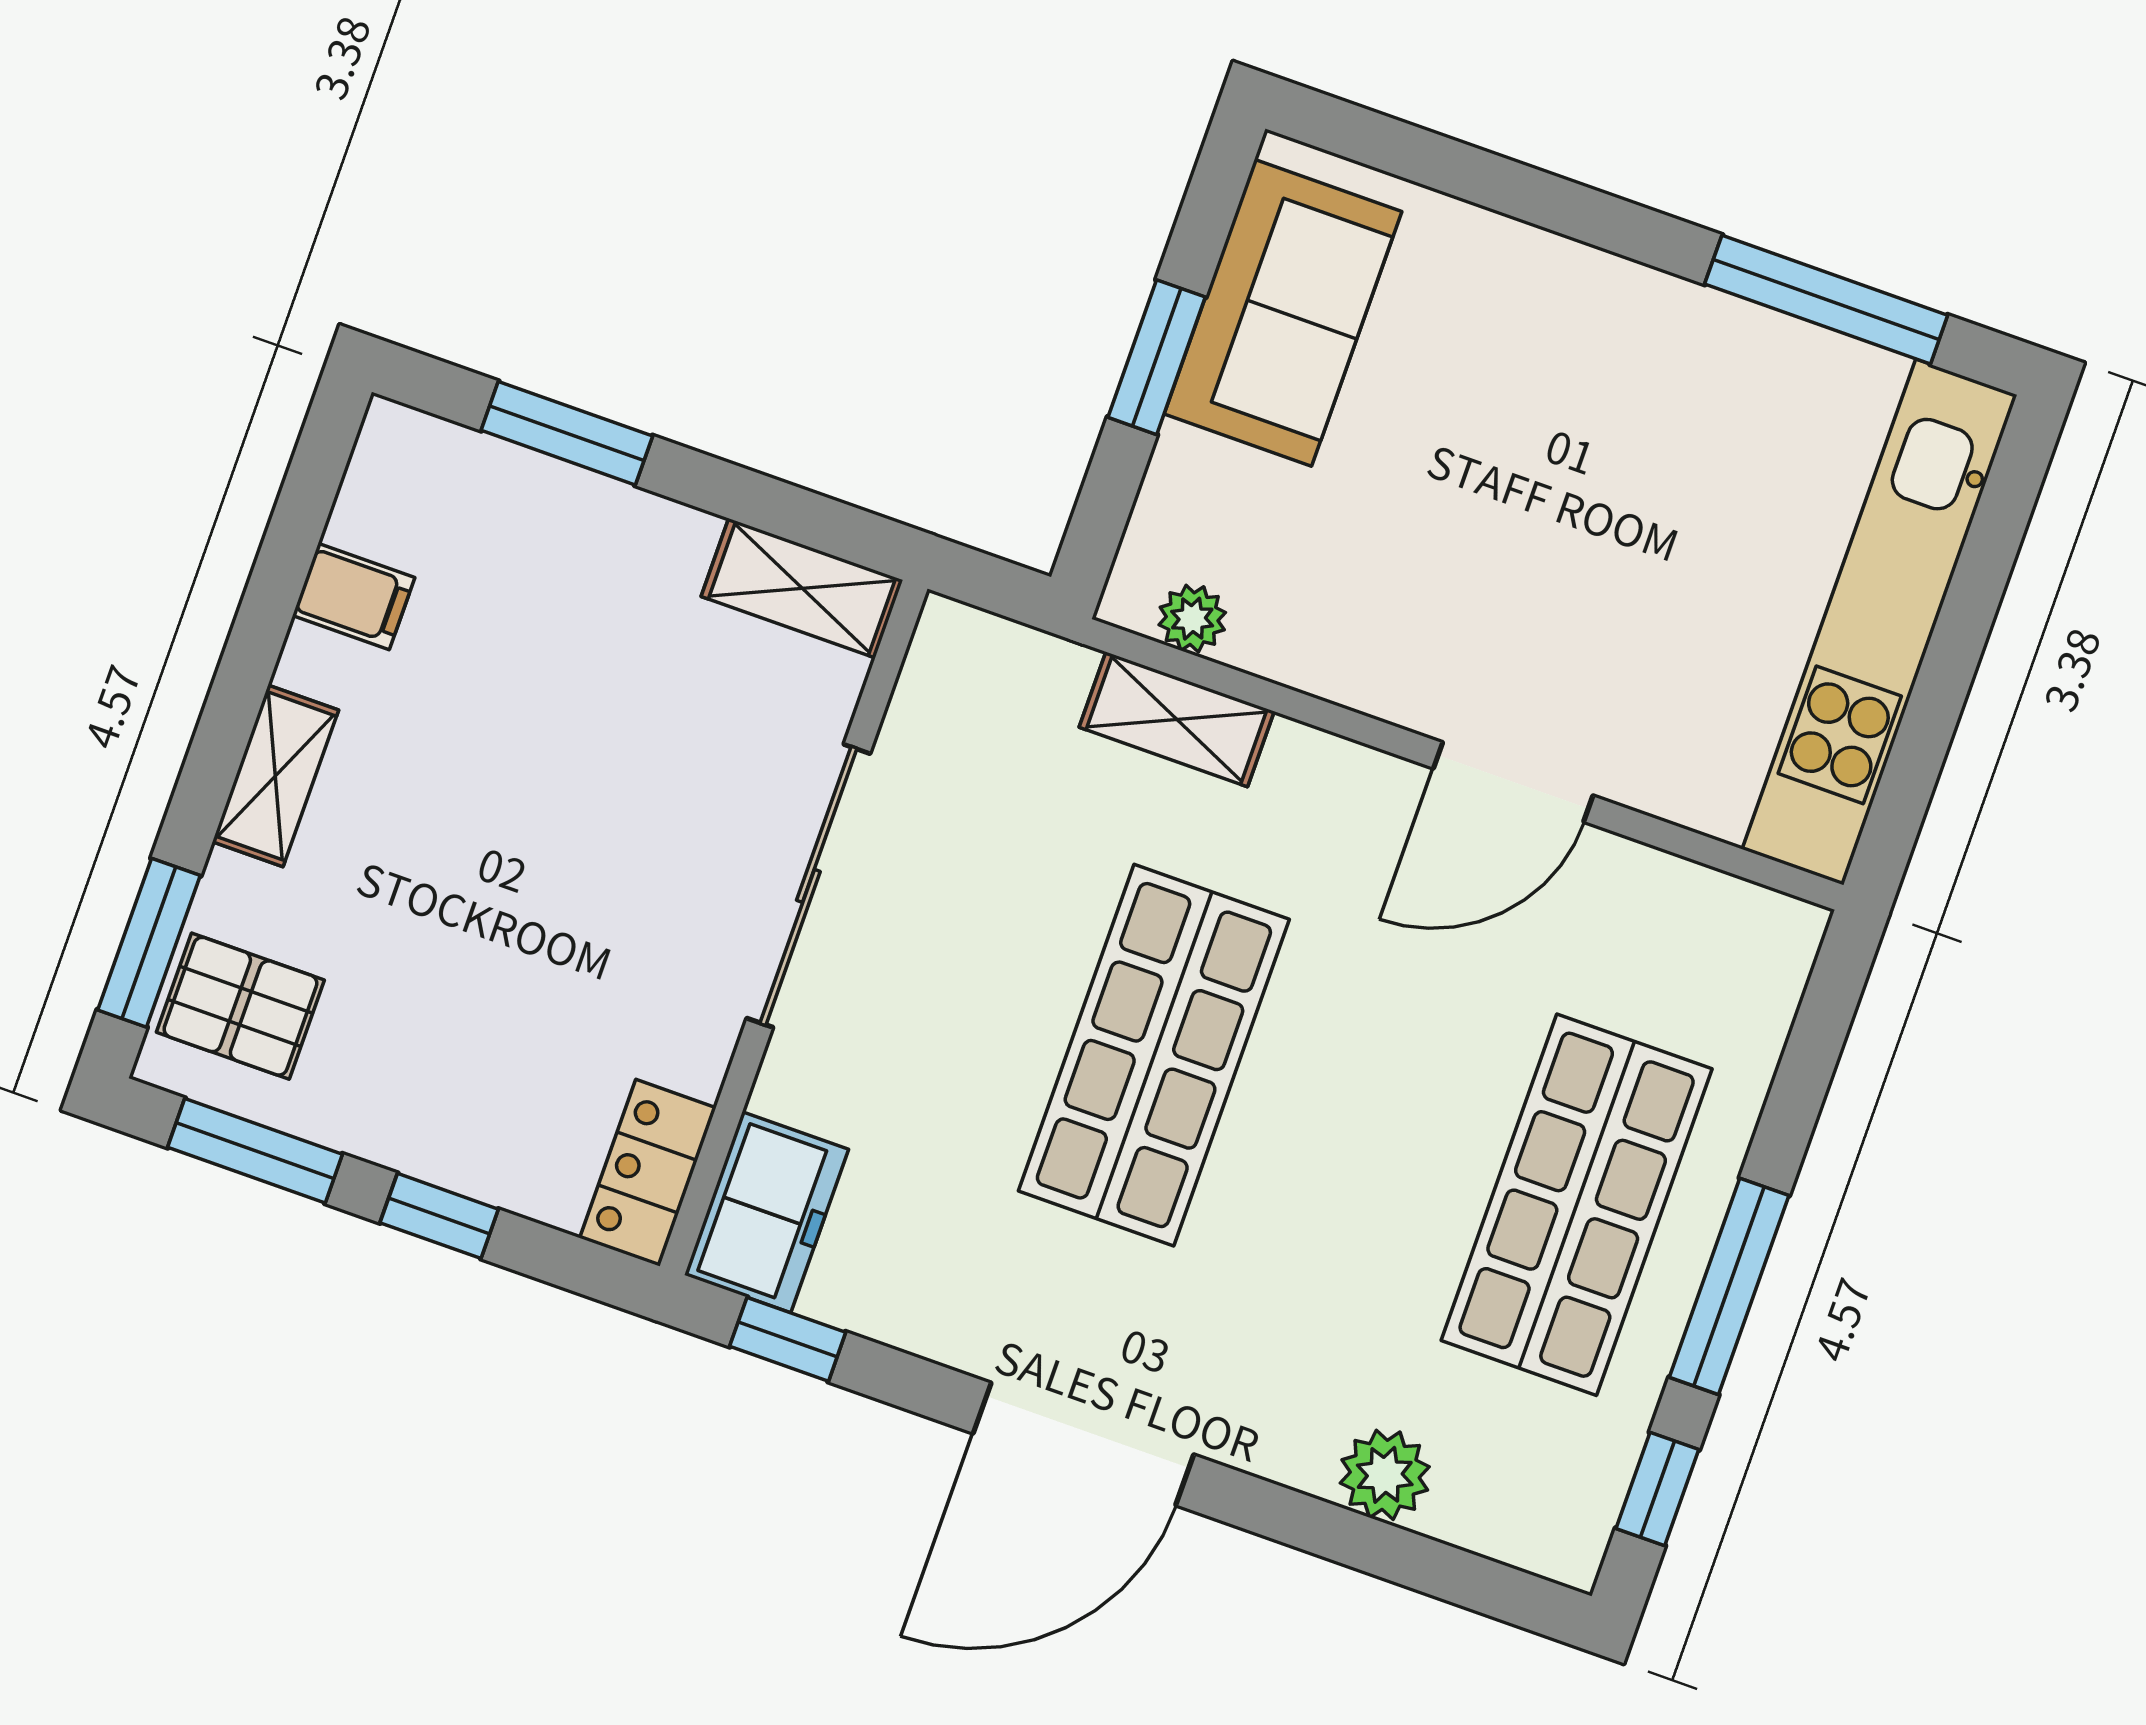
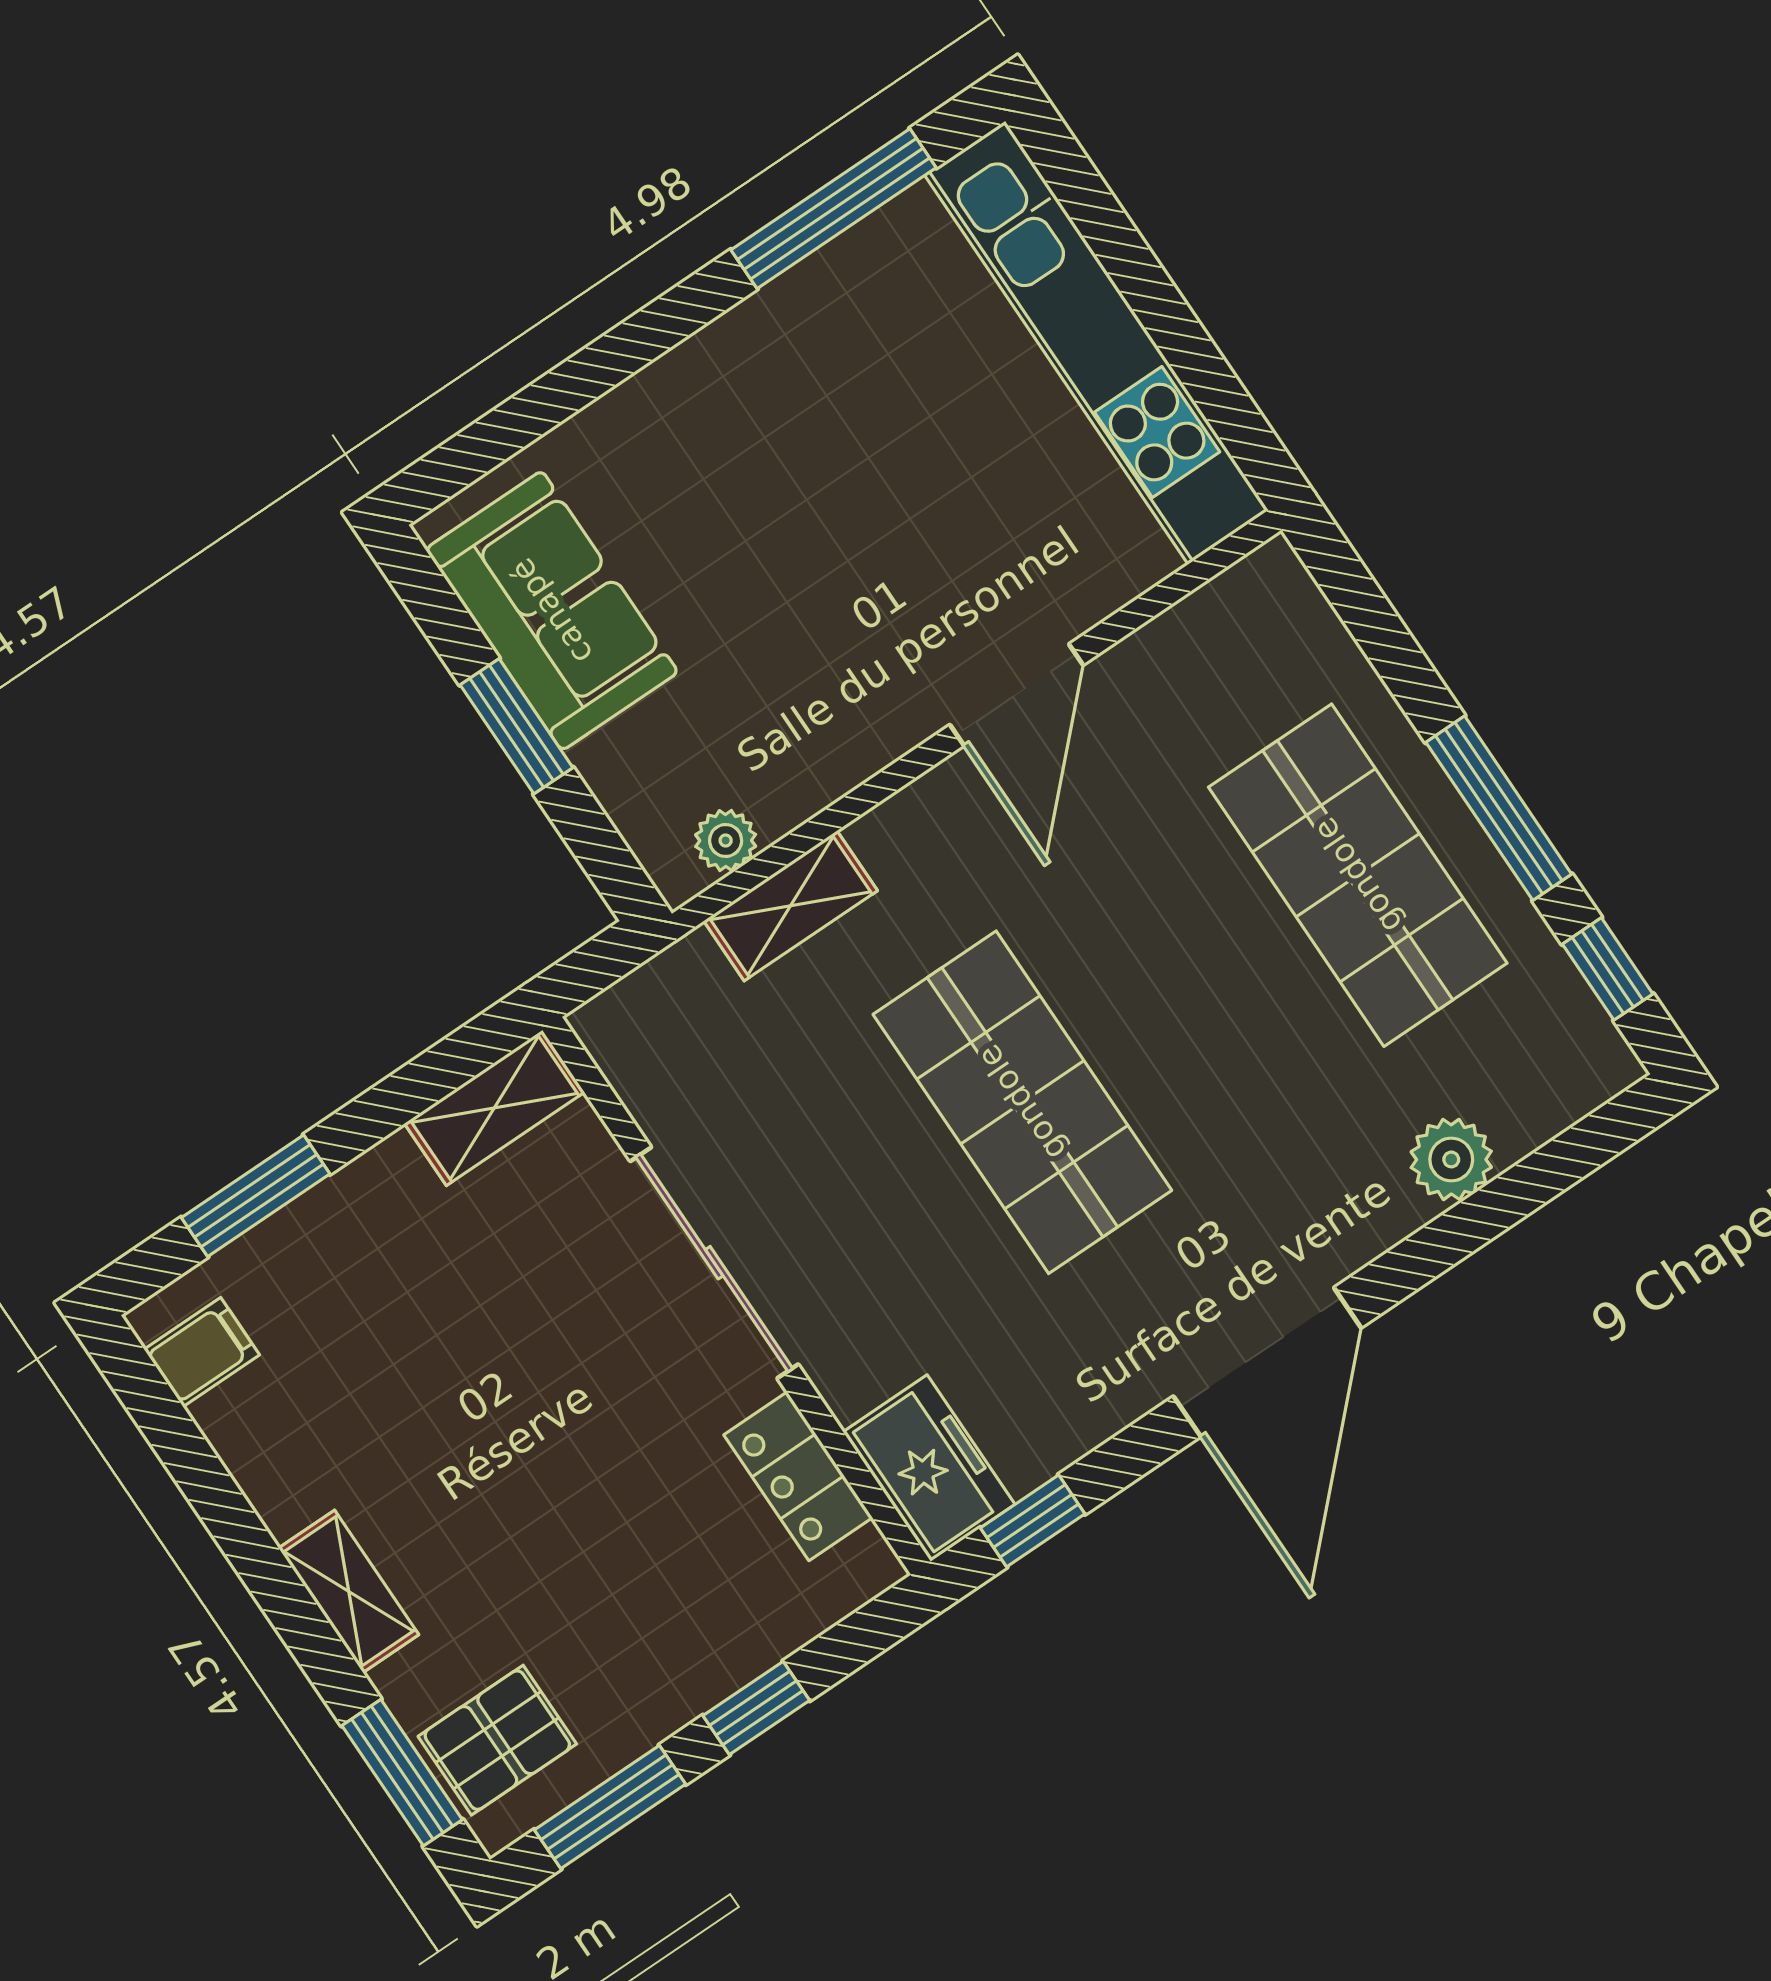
filing cabinet: (354, 596) -> (202, 1352), moved
locker: (648, 1173) -> (798, 1476), moved

